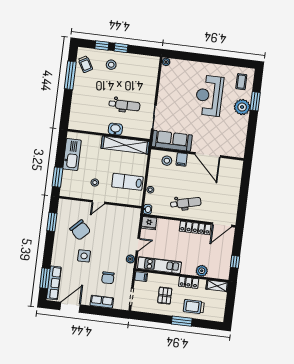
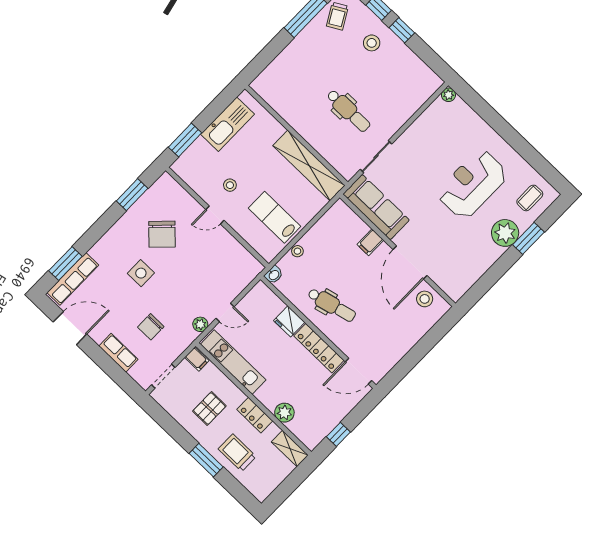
washbasin: (115, 129) -> (312, 134), removed
stool: (167, 161) -> (425, 299), moved
fridge: (149, 223) -> (289, 321), moved

